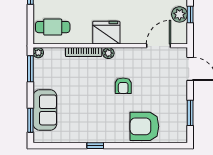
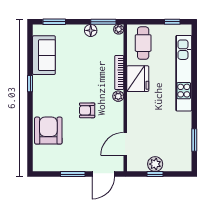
fridge: (106, 33) -> (138, 79), moved
door: (158, 46) -> (125, 144), swing flipped
floor lamp: (40, 82) -> (91, 30), added
sofa: (45, 110) -> (44, 55), moved, turned -90
window: (190, 113) -> (73, 174), moved

